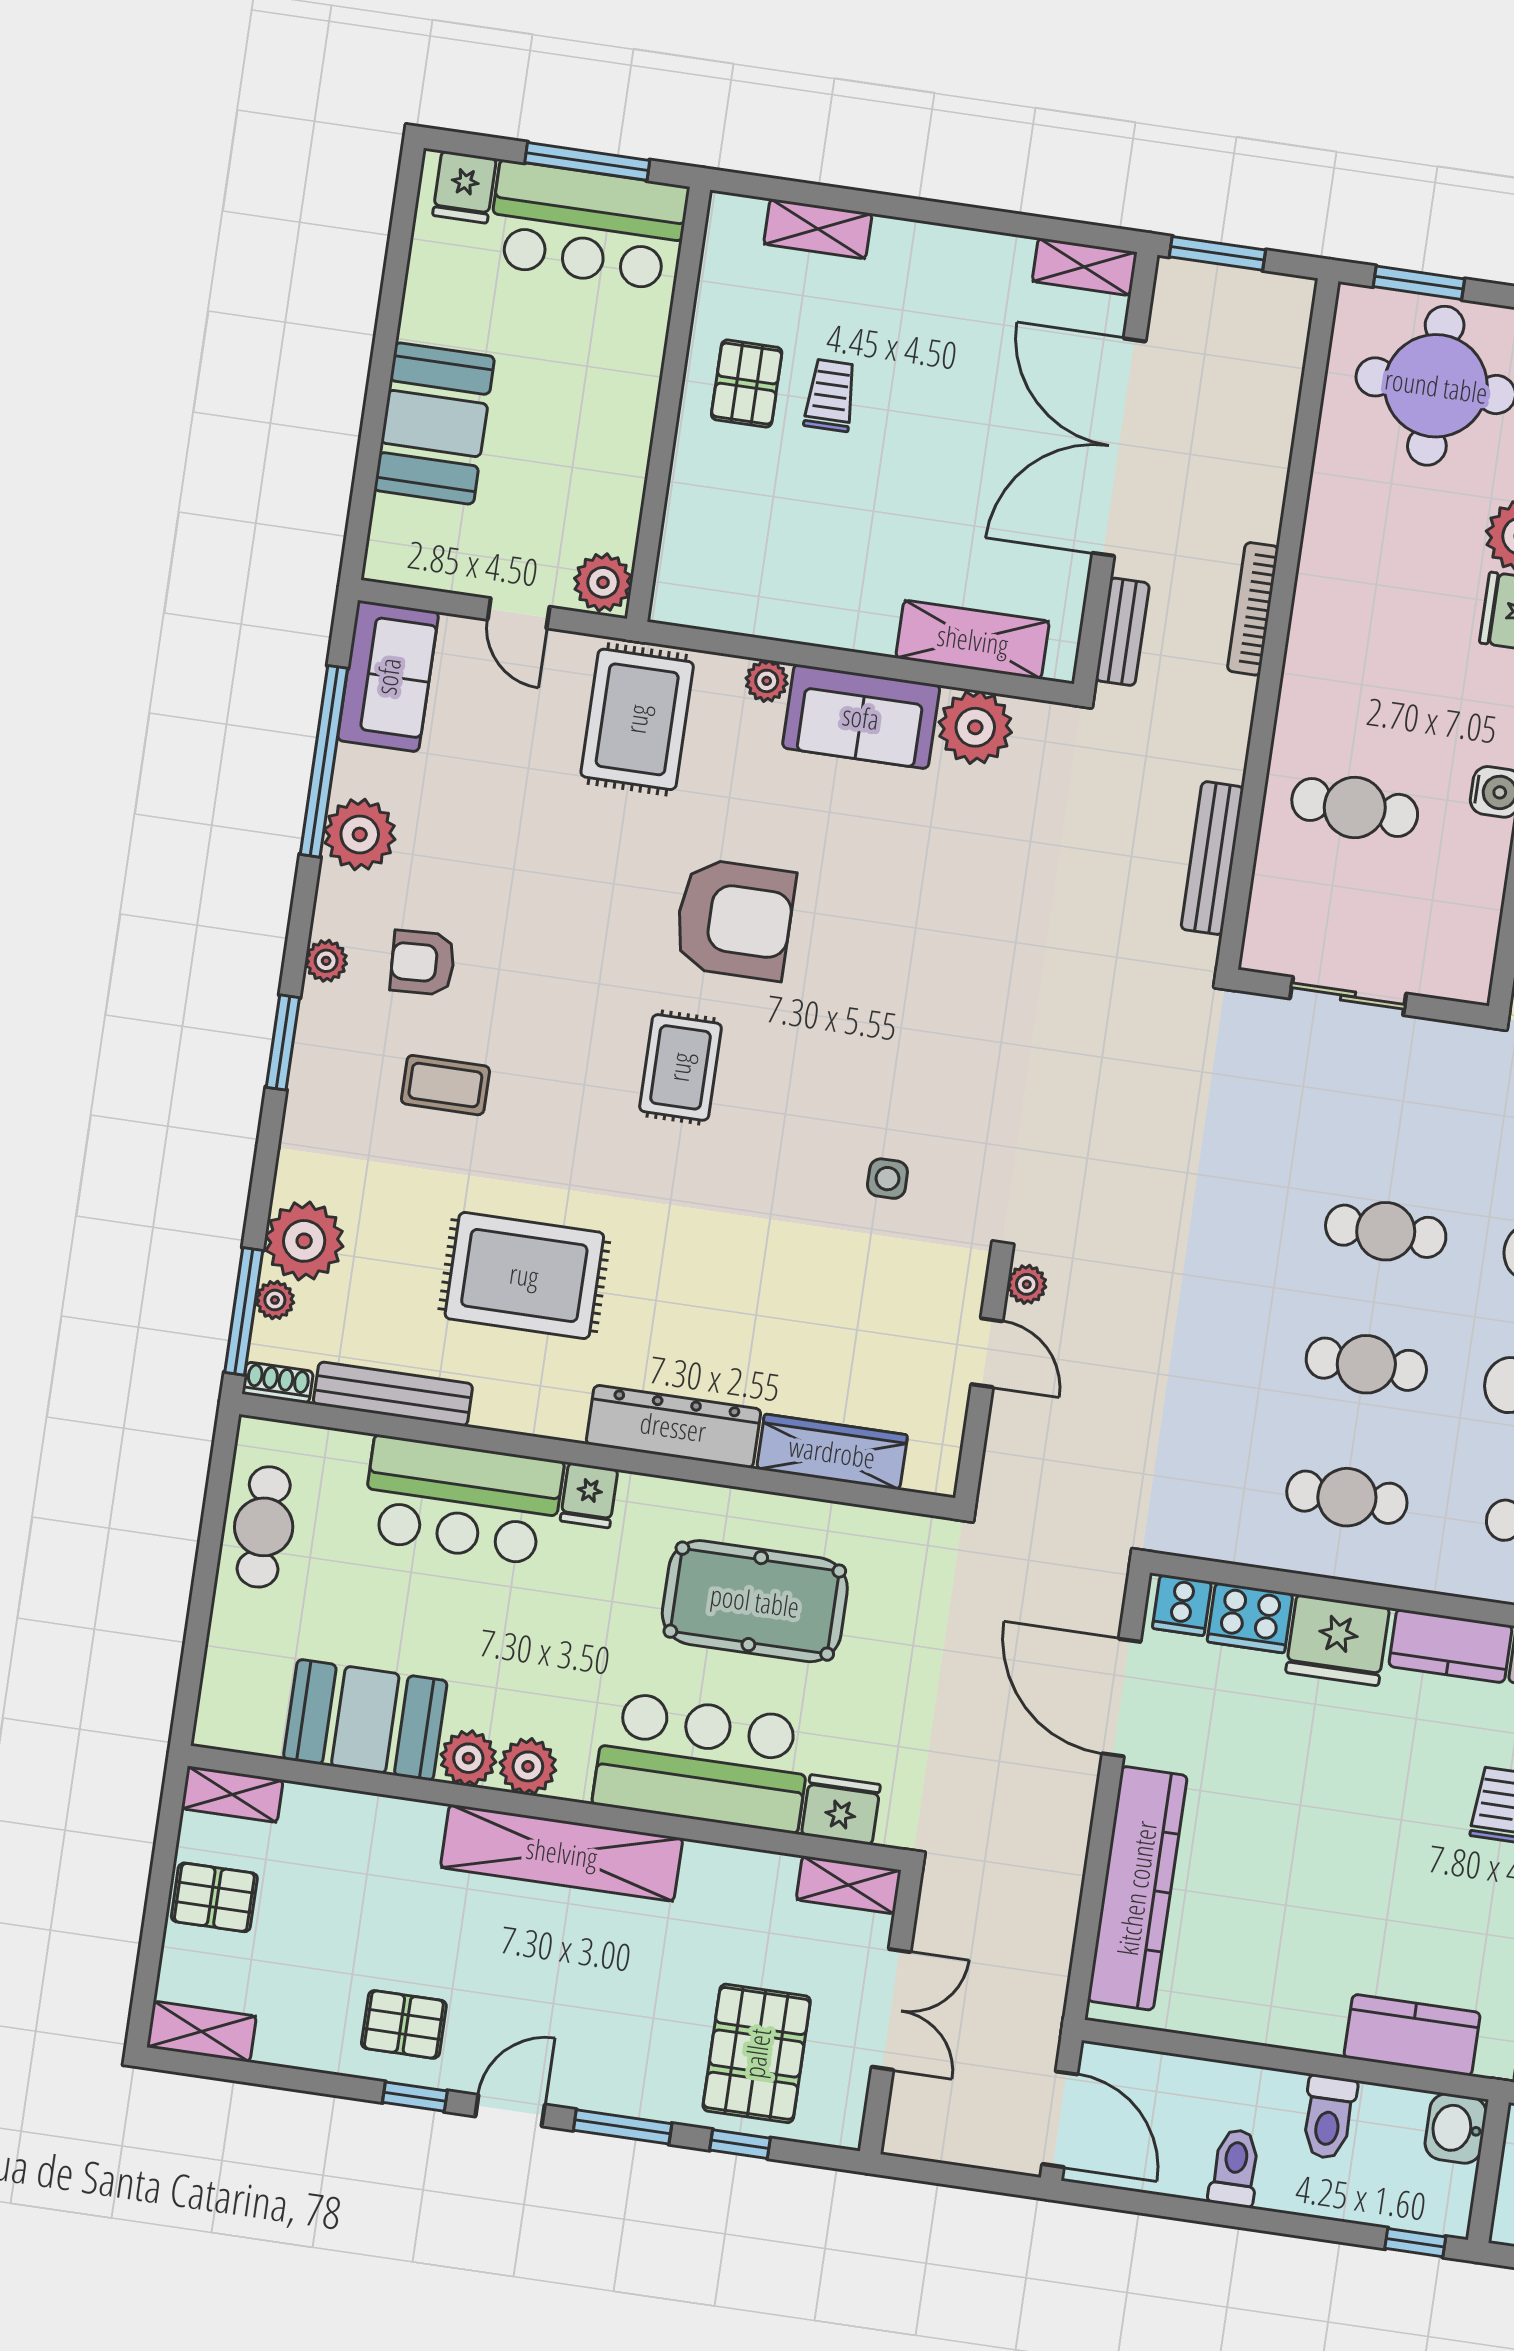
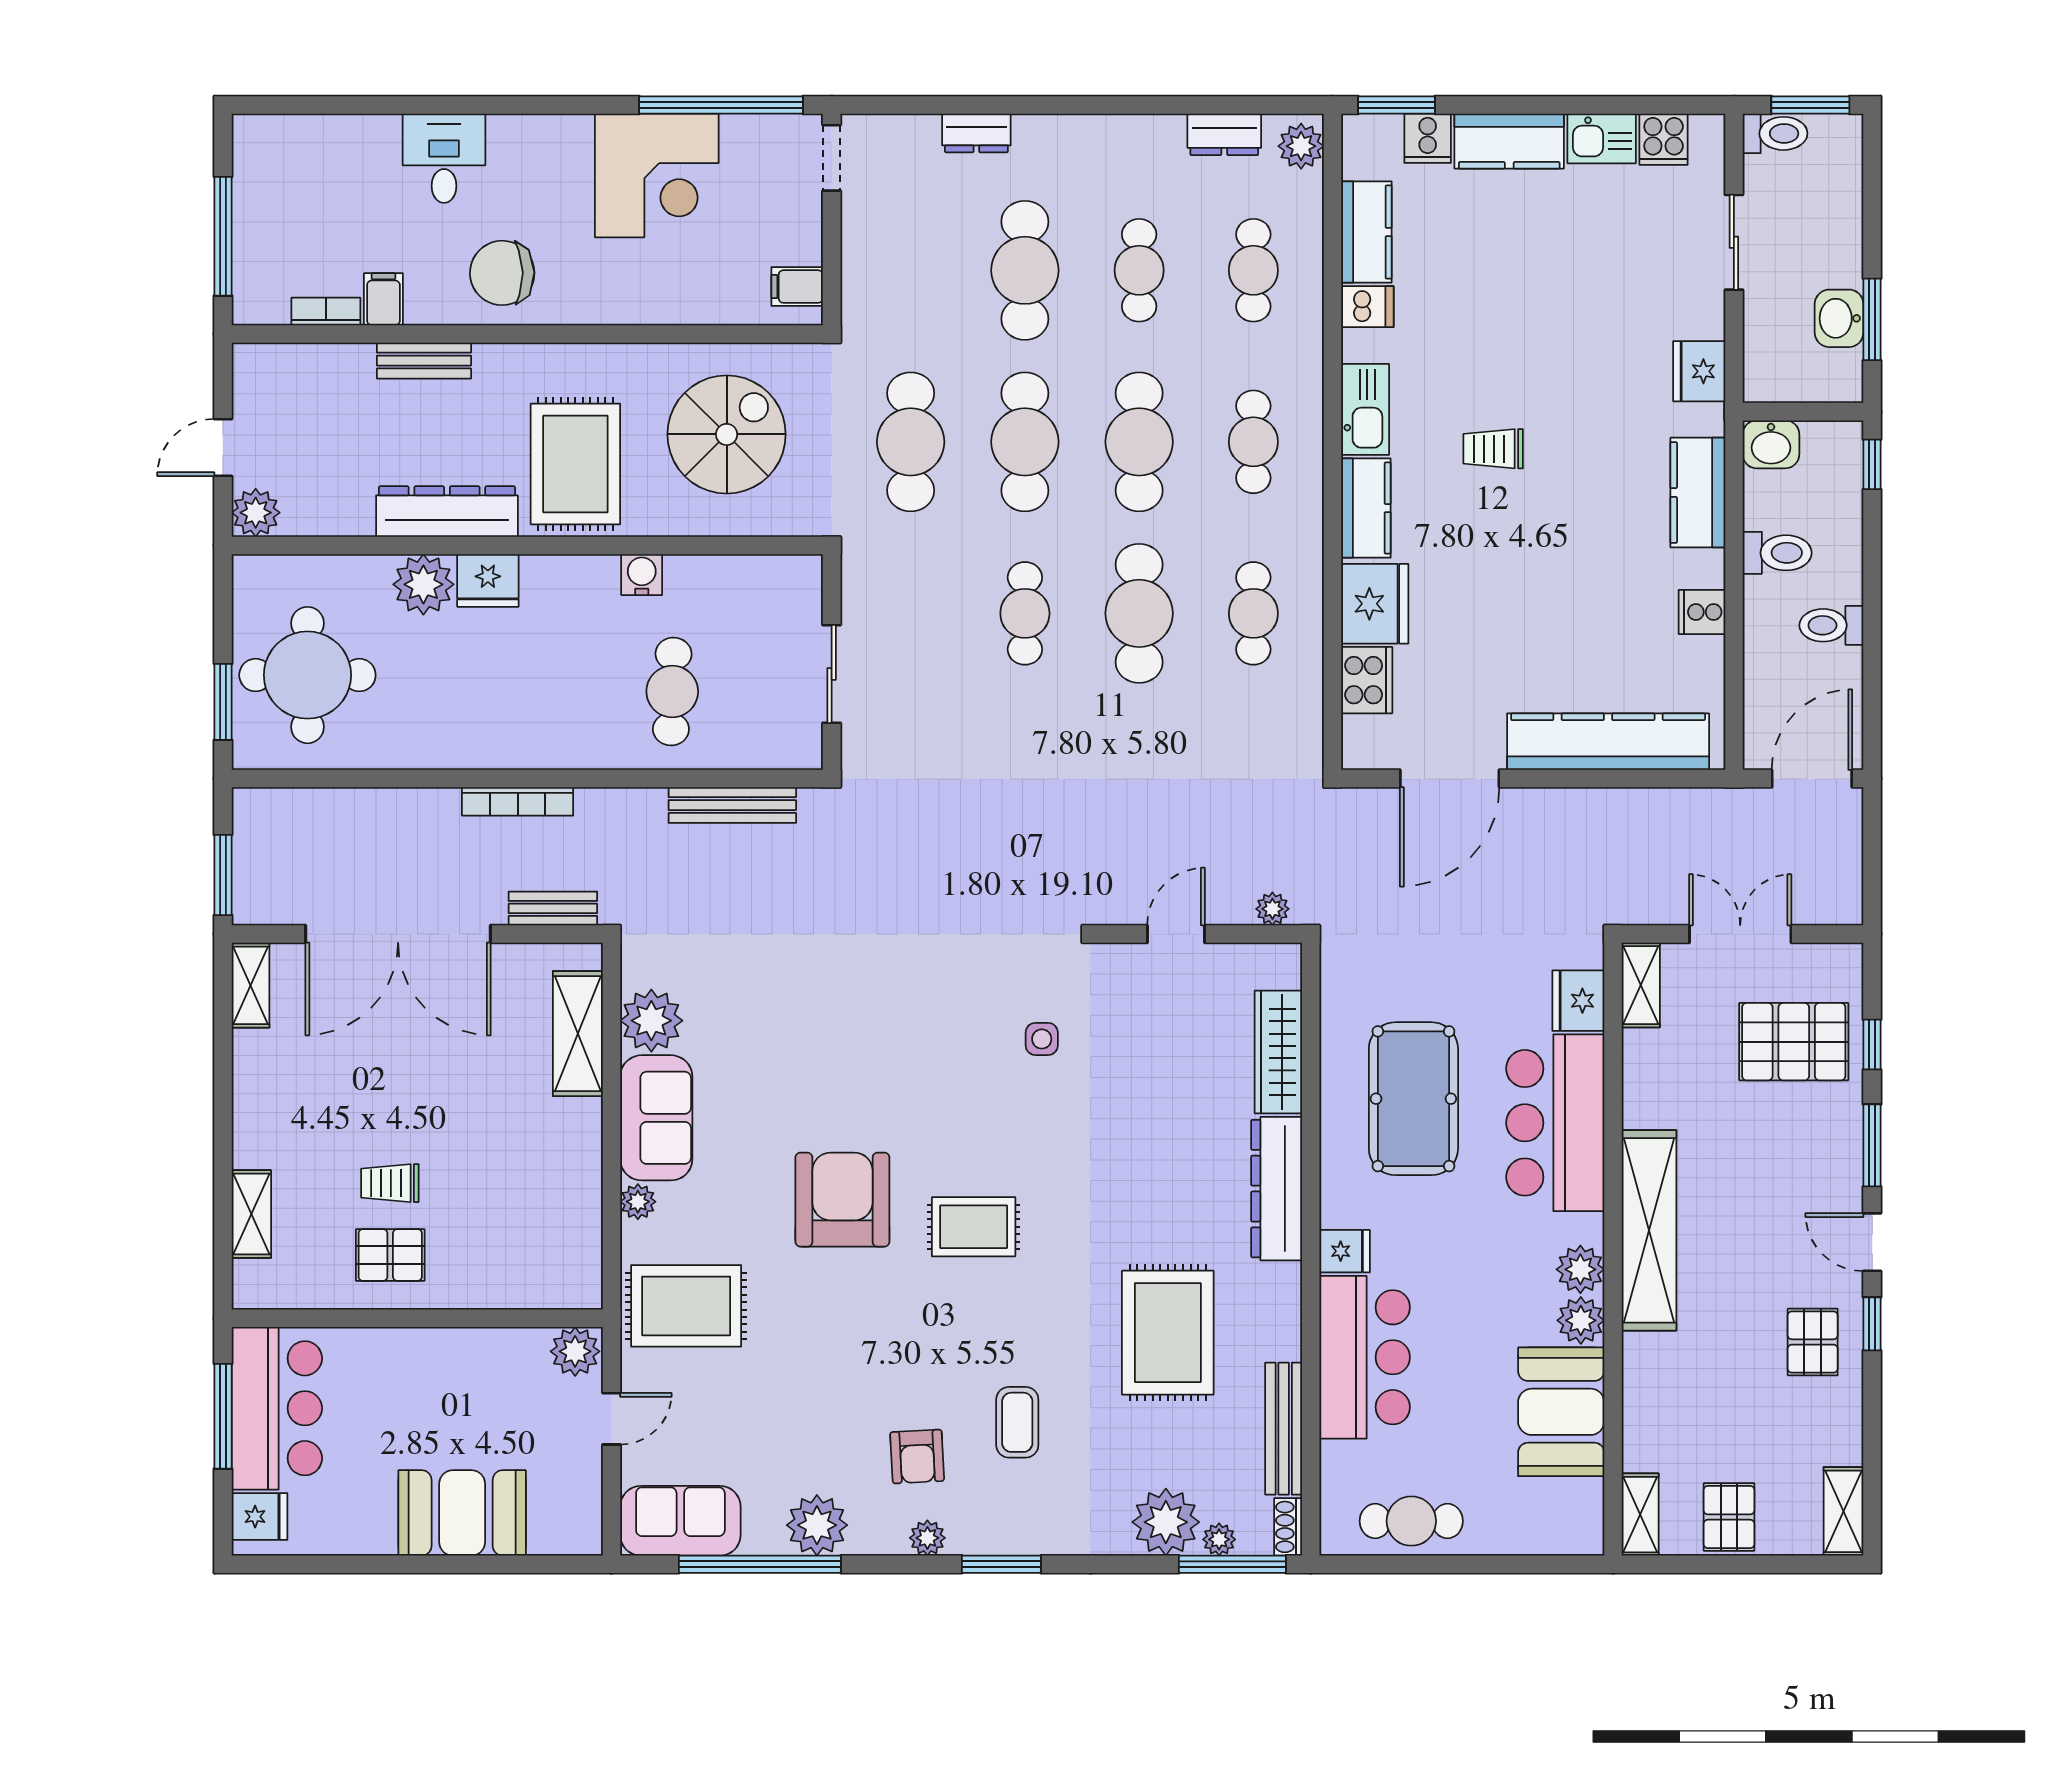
plant: (1027, 1284) -> (1272, 909), moved
cafe table: (1366, 1364) -> (1139, 613), width x1.37, depth x1.35
cooker: (1182, 1605) -> (1702, 612), moved, turned 180

